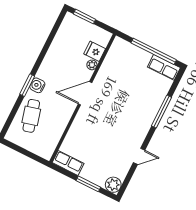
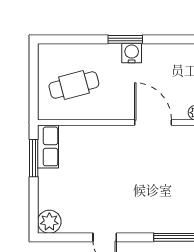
cafe table: (31, 116) -> (74, 85), moved
window: (88, 184) -> (34, 158), moved

